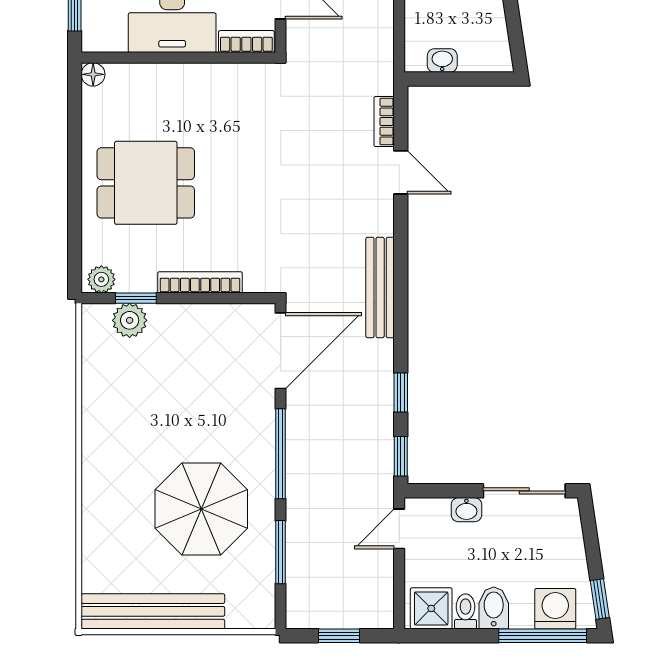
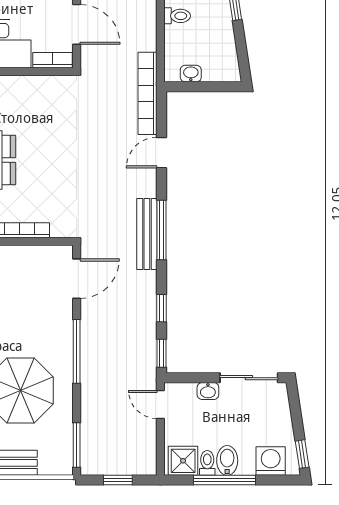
bookcase: (384, 122) -> (148, 93), width x2.31, depth x1.31
door: (401, 172) -> (162, 153), swing flipped
window: (401, 282) -> (162, 230), added
door: (281, 351) -> (77, 279), width x0.73
door: (399, 529) -> (160, 405), hinge flipped
window: (281, 552) -> (77, 445), moved
window: (543, 636) -> (224, 480), moved

